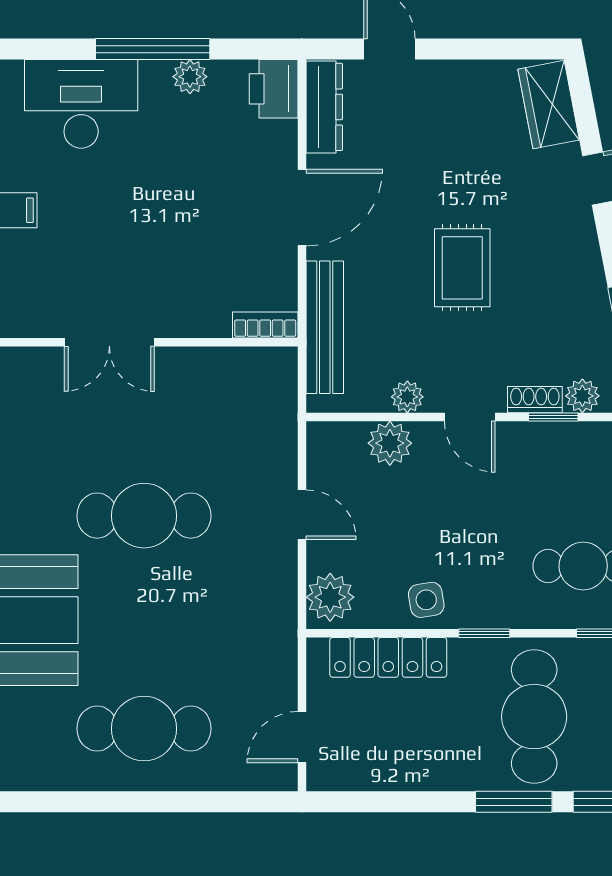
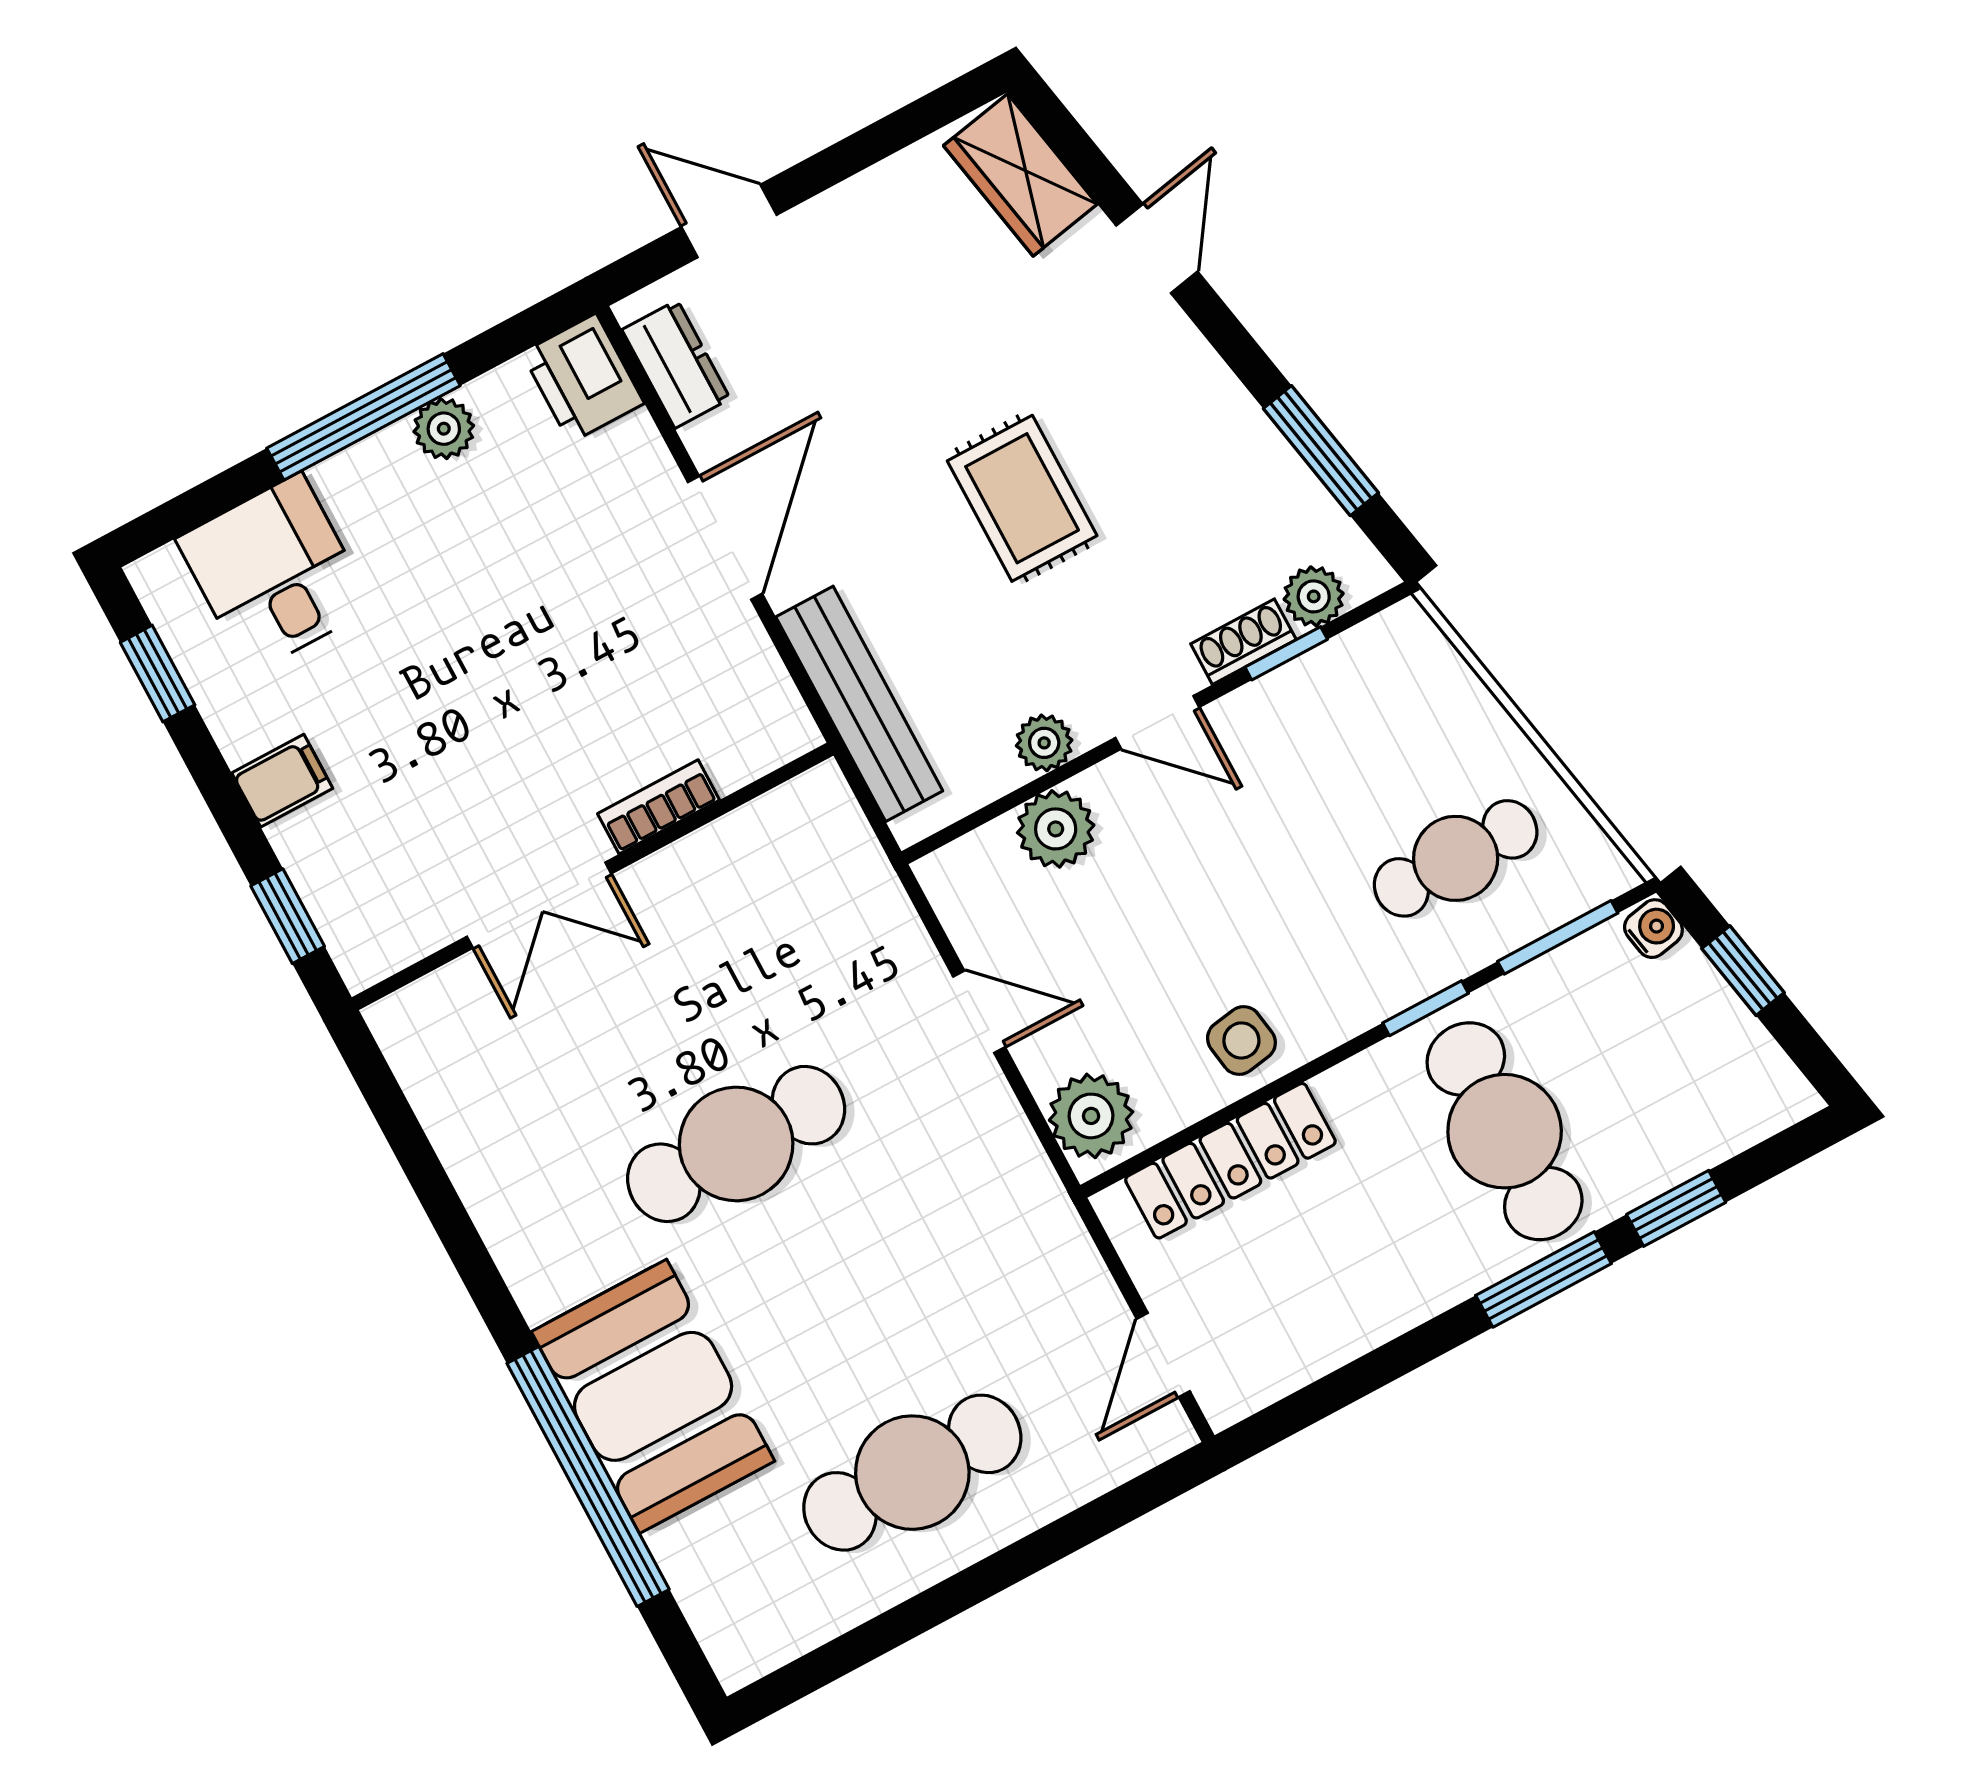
desk: (81, 104) -> (275, 573), width x0.73
dresser: (324, 107) -> (676, 364), width x0.70
bookcase: (265, 325) -> (659, 807), moved
window: (484, 633) -> (1426, 1008), moved

